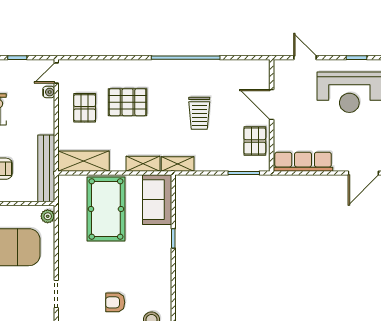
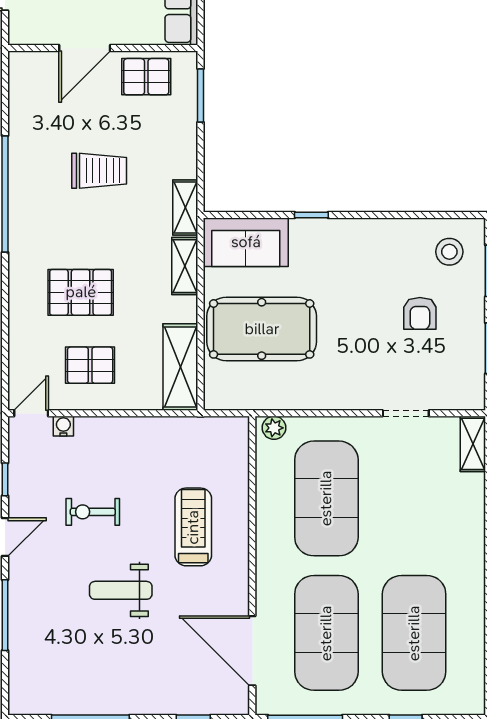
door: (56, 73) -> (31, 413), swing flipped
pallet: (128, 102) -> (81, 292), turned 90
bench: (46, 168) -> (193, 430), removed

